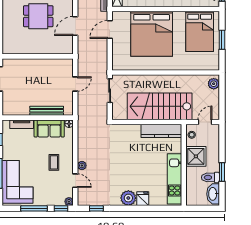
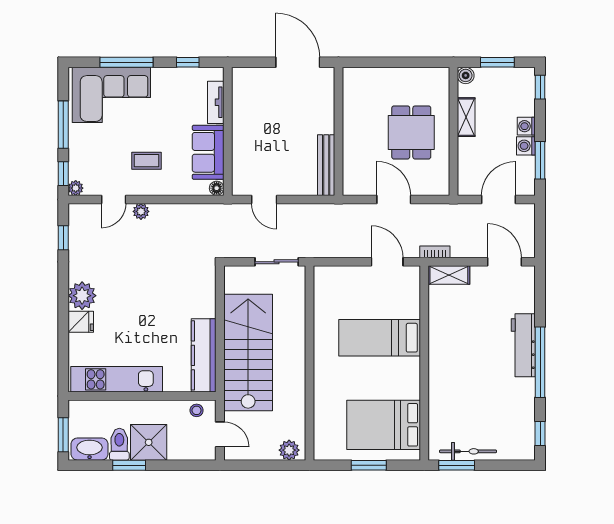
bed: (152, 34) -> (380, 338), width x0.49
door: (75, 84) -> (264, 200), moved
bench: (47, 111) -> (326, 165), moved
shower: (196, 156) -> (149, 442), moved
window: (205, 208) -> (63, 435), added

